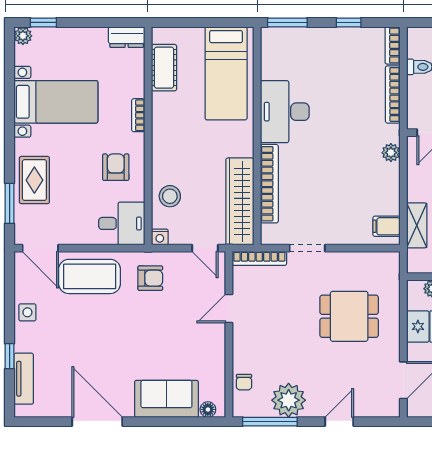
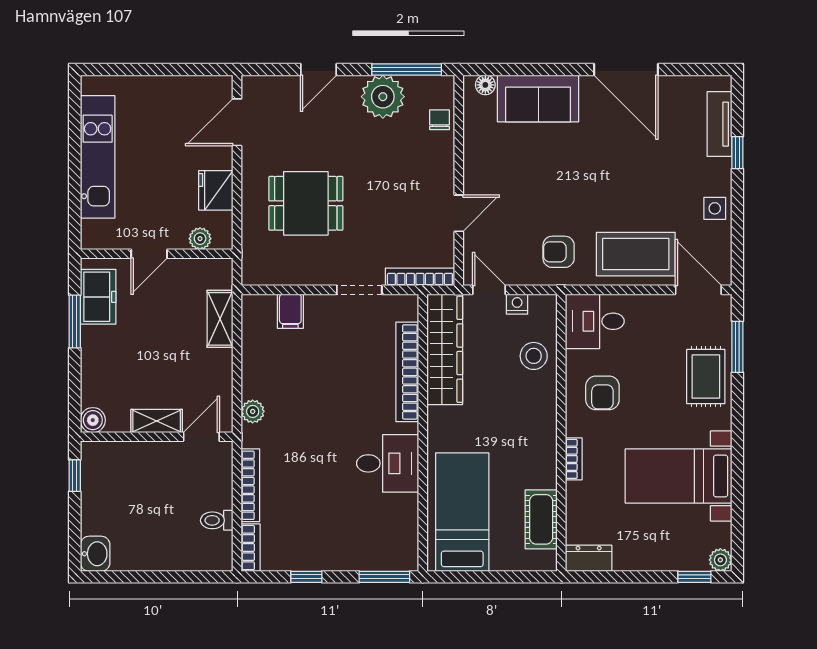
desk: (285, 112) -> (388, 463), width x0.73
filing cabinet: (387, 226) -> (290, 311), moved, turned 90
nightstand: (160, 237) -> (517, 304), moved

